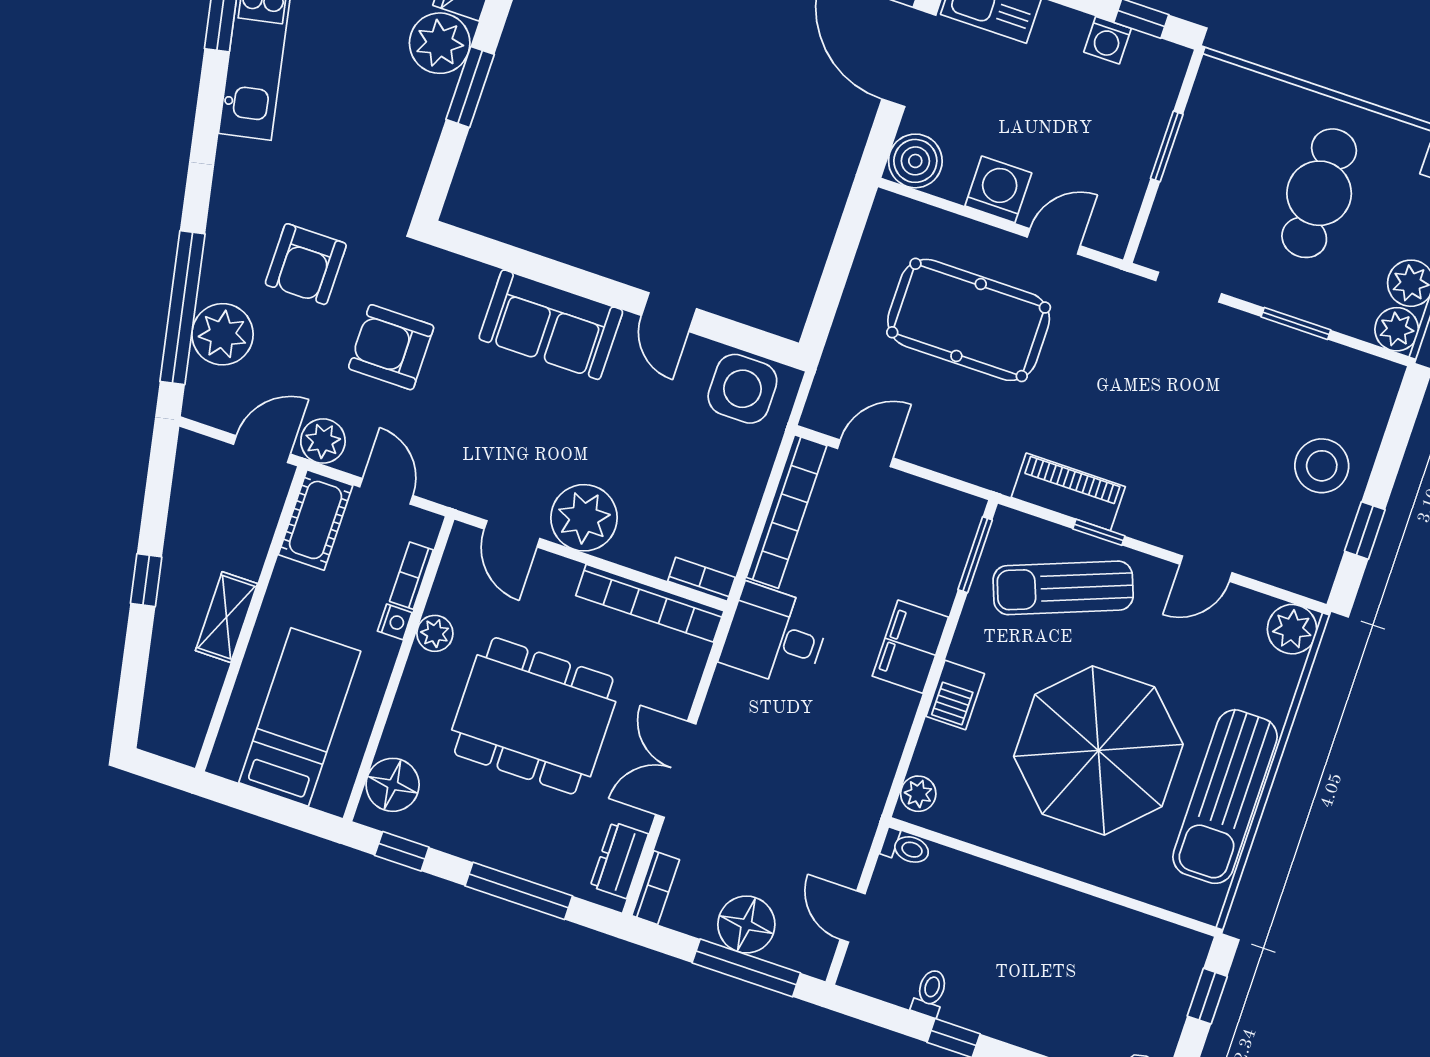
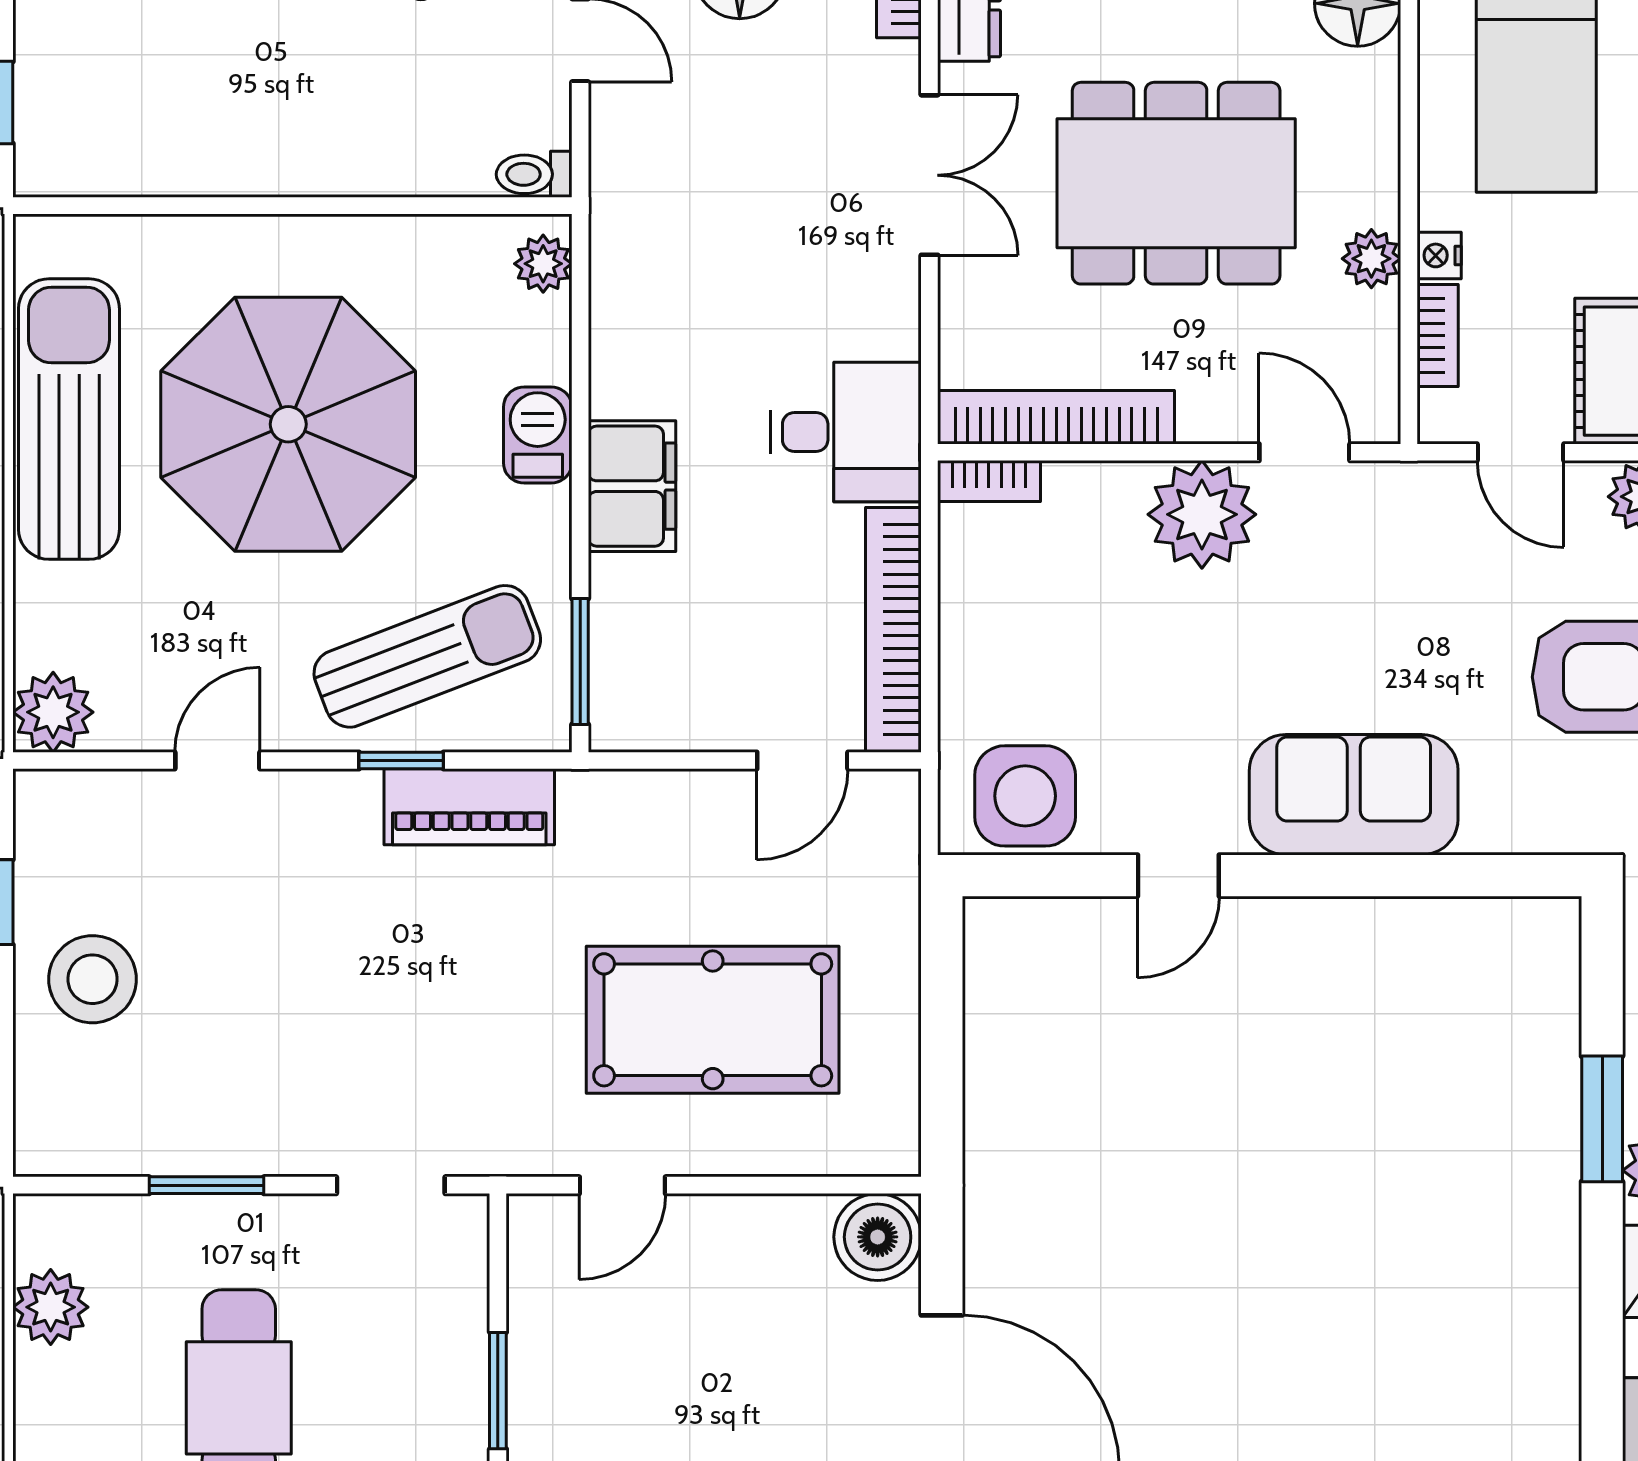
washing machine: (998, 189) -> (735, 1236), removed
door: (669, 312) -> (1178, 876), swing flipped
plant: (1397, 329) -> (48, 1229), removed

